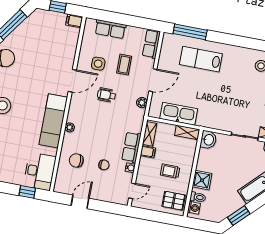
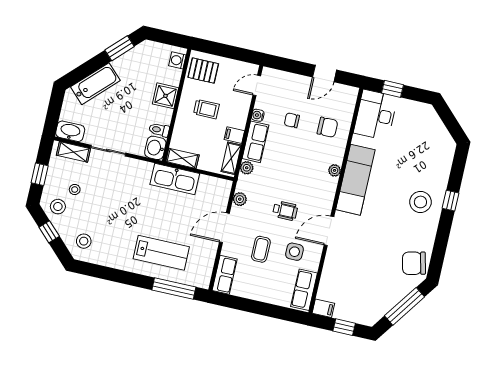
row of seats: (110, 29) -> (304, 290), moved, turned -90
kitchen sink: (179, 114) -> (175, 179), moved
plant: (137, 127) -> (247, 168), added
toilet: (198, 197) -> (159, 130), moved

